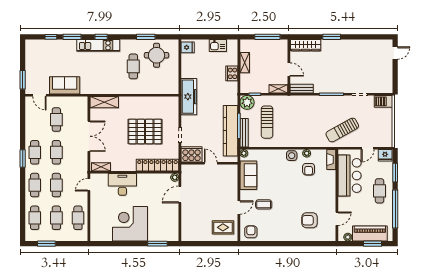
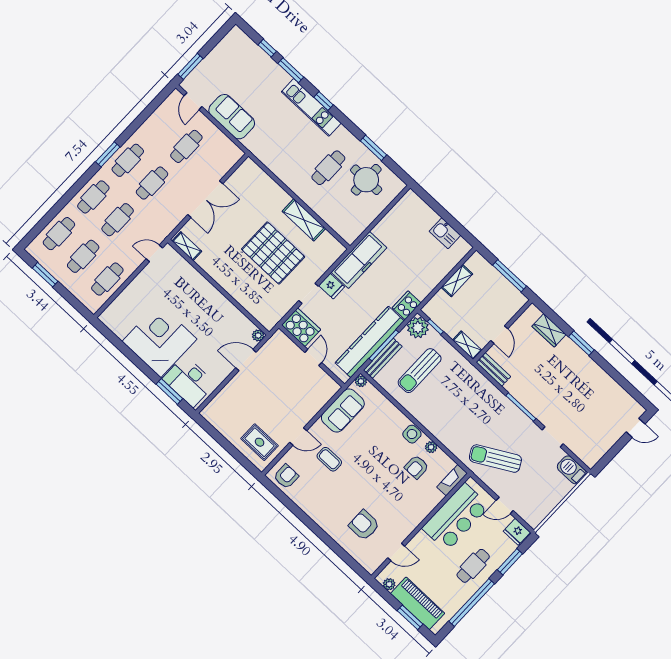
wardrobe: (306, 45) -> (549, 330), width x0.67
fridge: (188, 47) -> (332, 286), moved
cooker: (232, 73) -> (407, 305), moved
shelving: (104, 102) -> (304, 220), moved
locker: (157, 165) -> (252, 304), removed
desk: (122, 184) -> (189, 381), moved, turned 180

